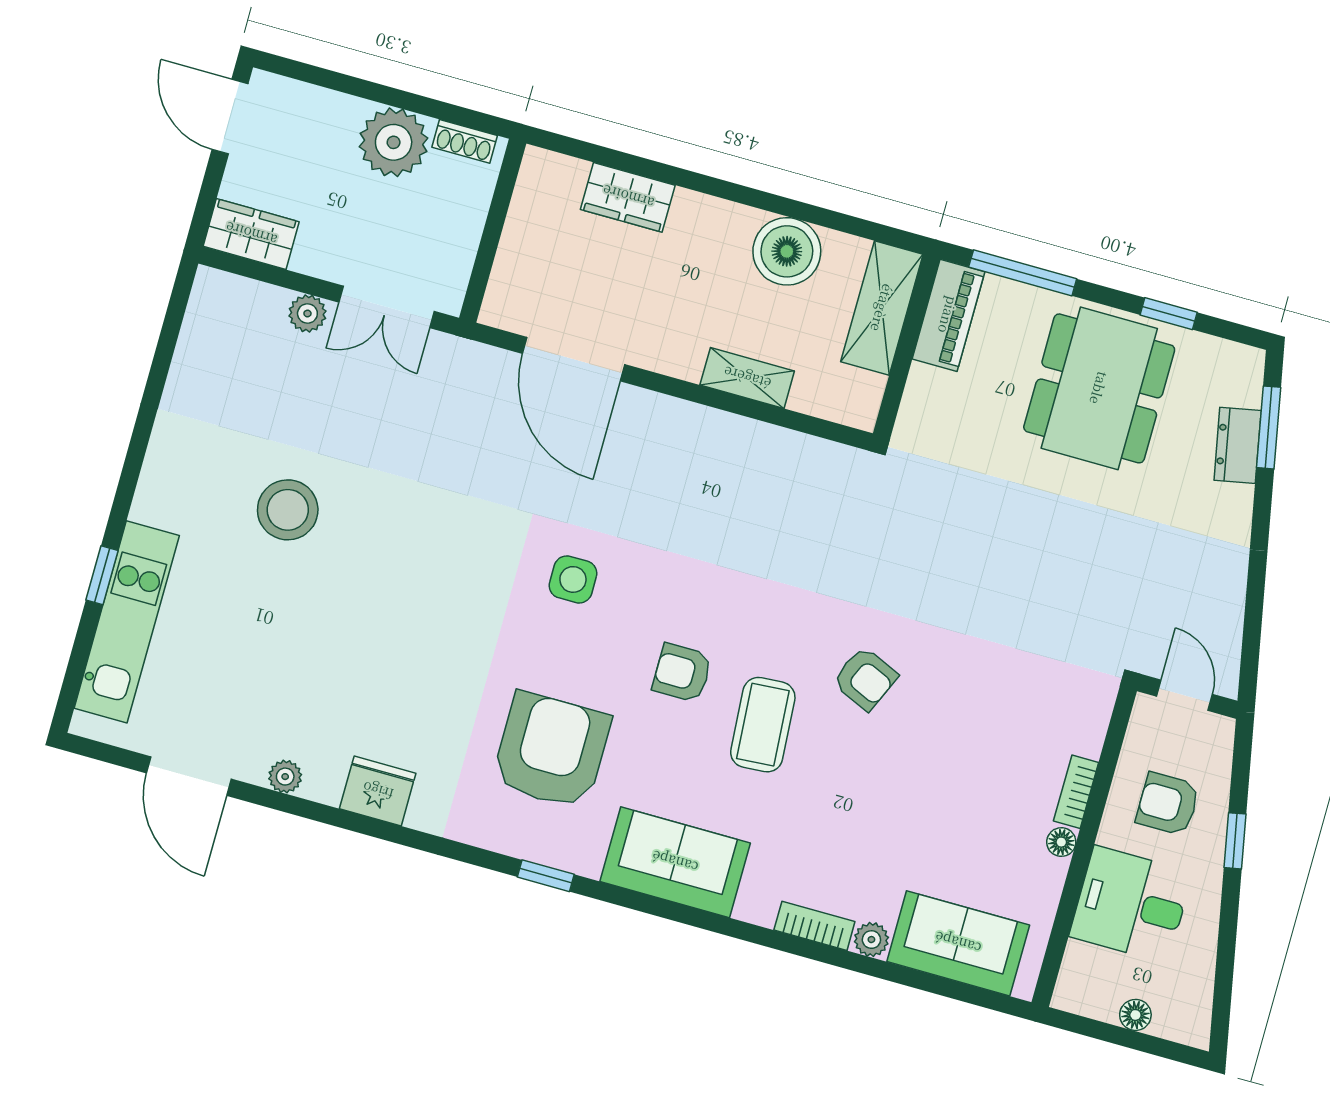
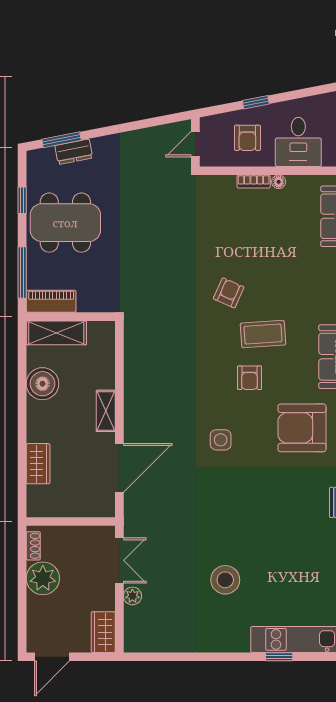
shelving: (747, 378) -> (106, 411), moved

